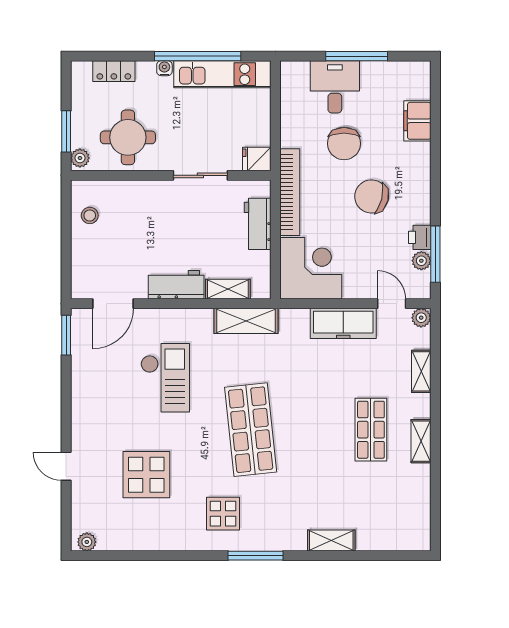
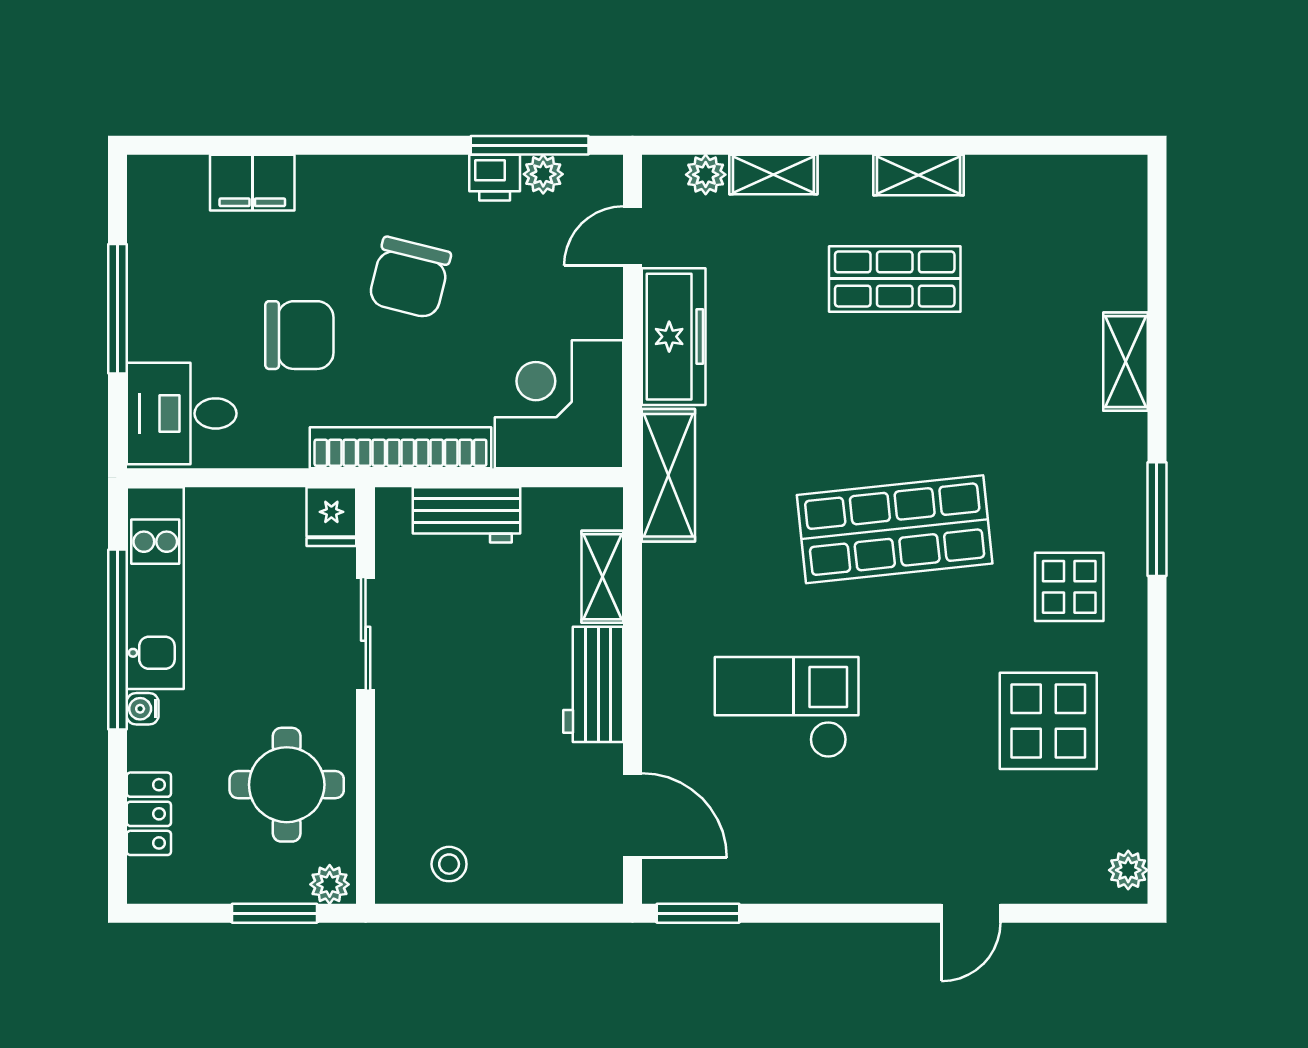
desk: (335, 87) -> (182, 413), moved
plant: (421, 318) -> (706, 175), moved
shelving: (246, 321) -> (668, 475), moved
display table: (146, 475) -> (1048, 721), moved

